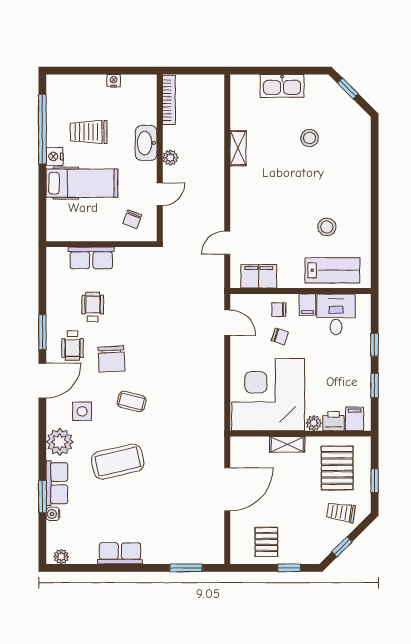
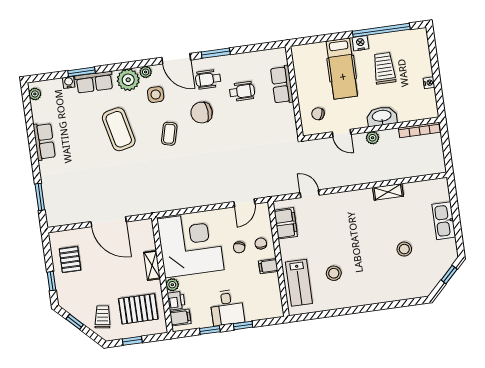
desk: (336, 314) -> (227, 308), moved, turned 90
plant: (53, 420) -> (146, 72), added
pallet: (266, 542) -> (70, 260), turned 90

